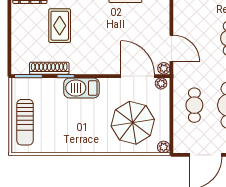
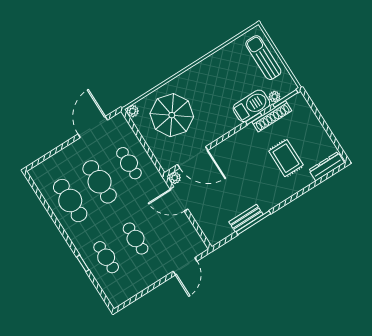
plant: (161, 83) -> (275, 97), moved
barbecue: (81, 88) -> (251, 106), moved

